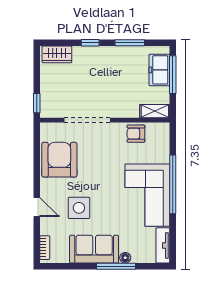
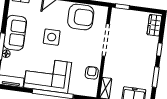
side table: (79, 208) -> (52, 37), moved

